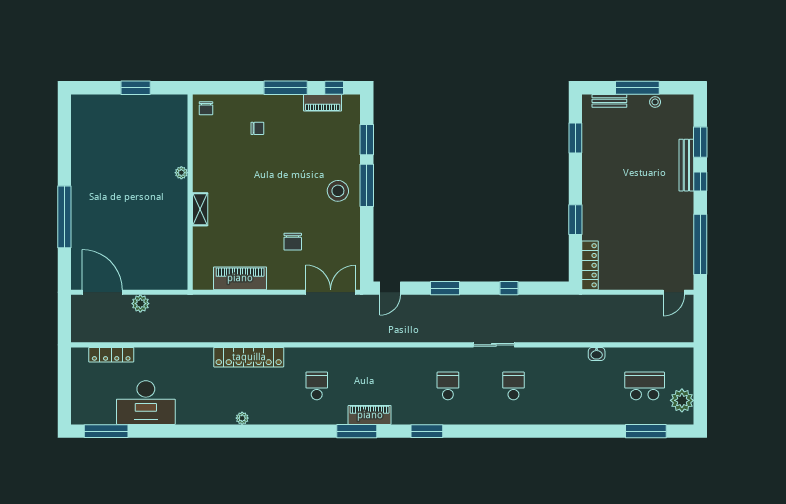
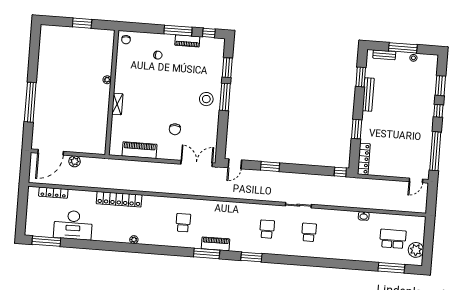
piano: (323, 103) -> (187, 41), moved
bench: (686, 165) -> (368, 94), moved
window: (509, 288) -> (340, 172), moved
door: (102, 292) -> (51, 152), swing flipped
locker: (249, 357) -> (119, 199), moved

